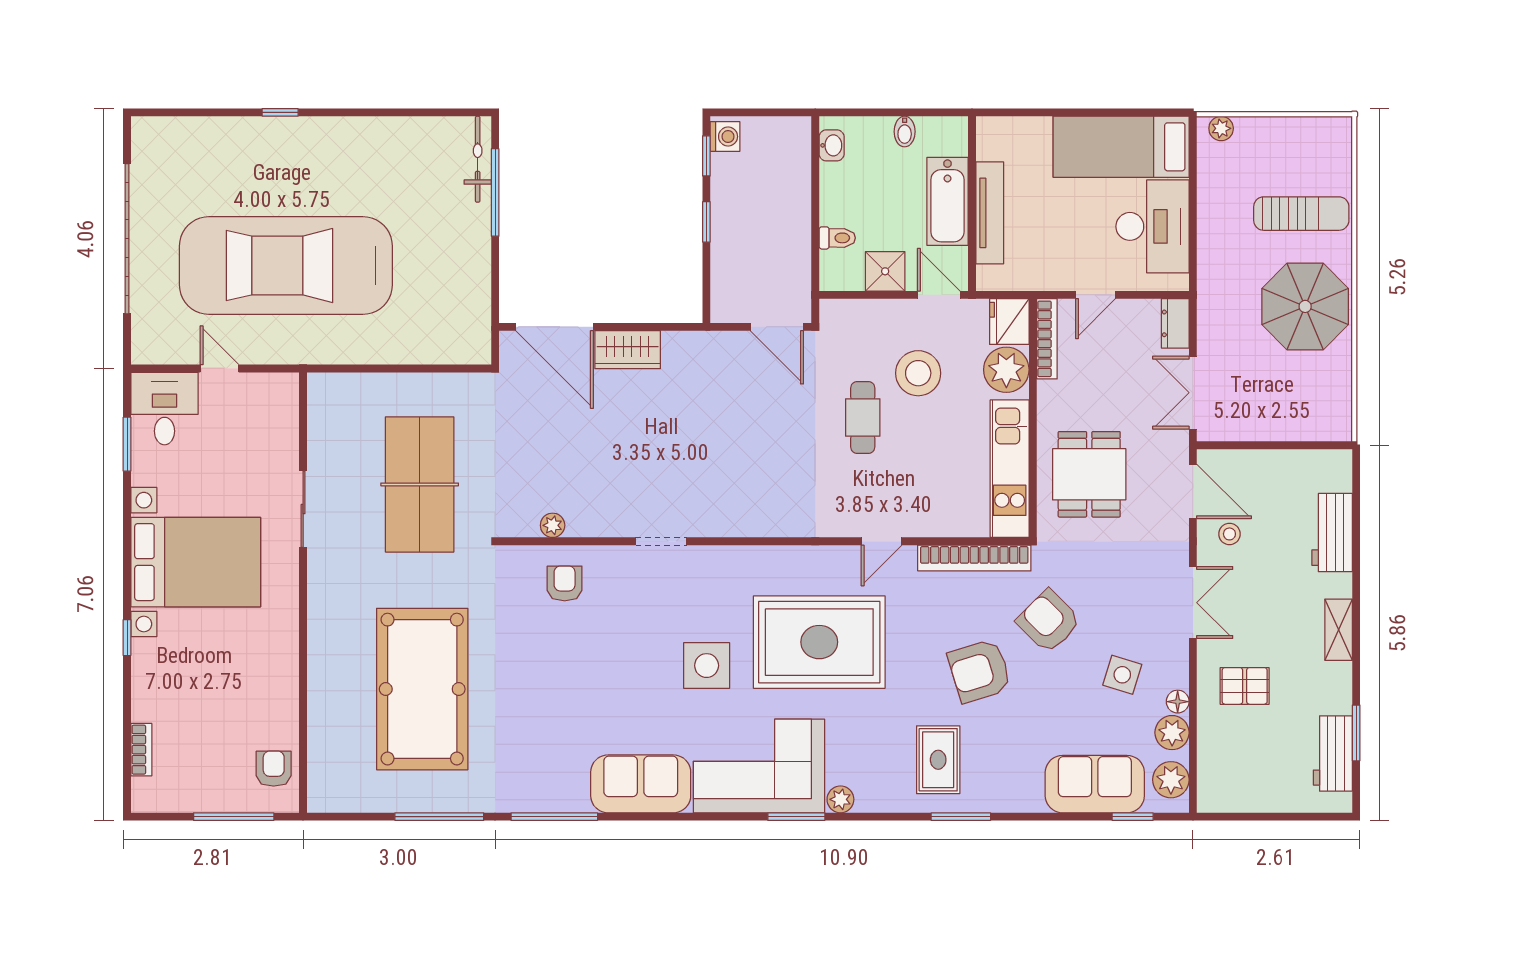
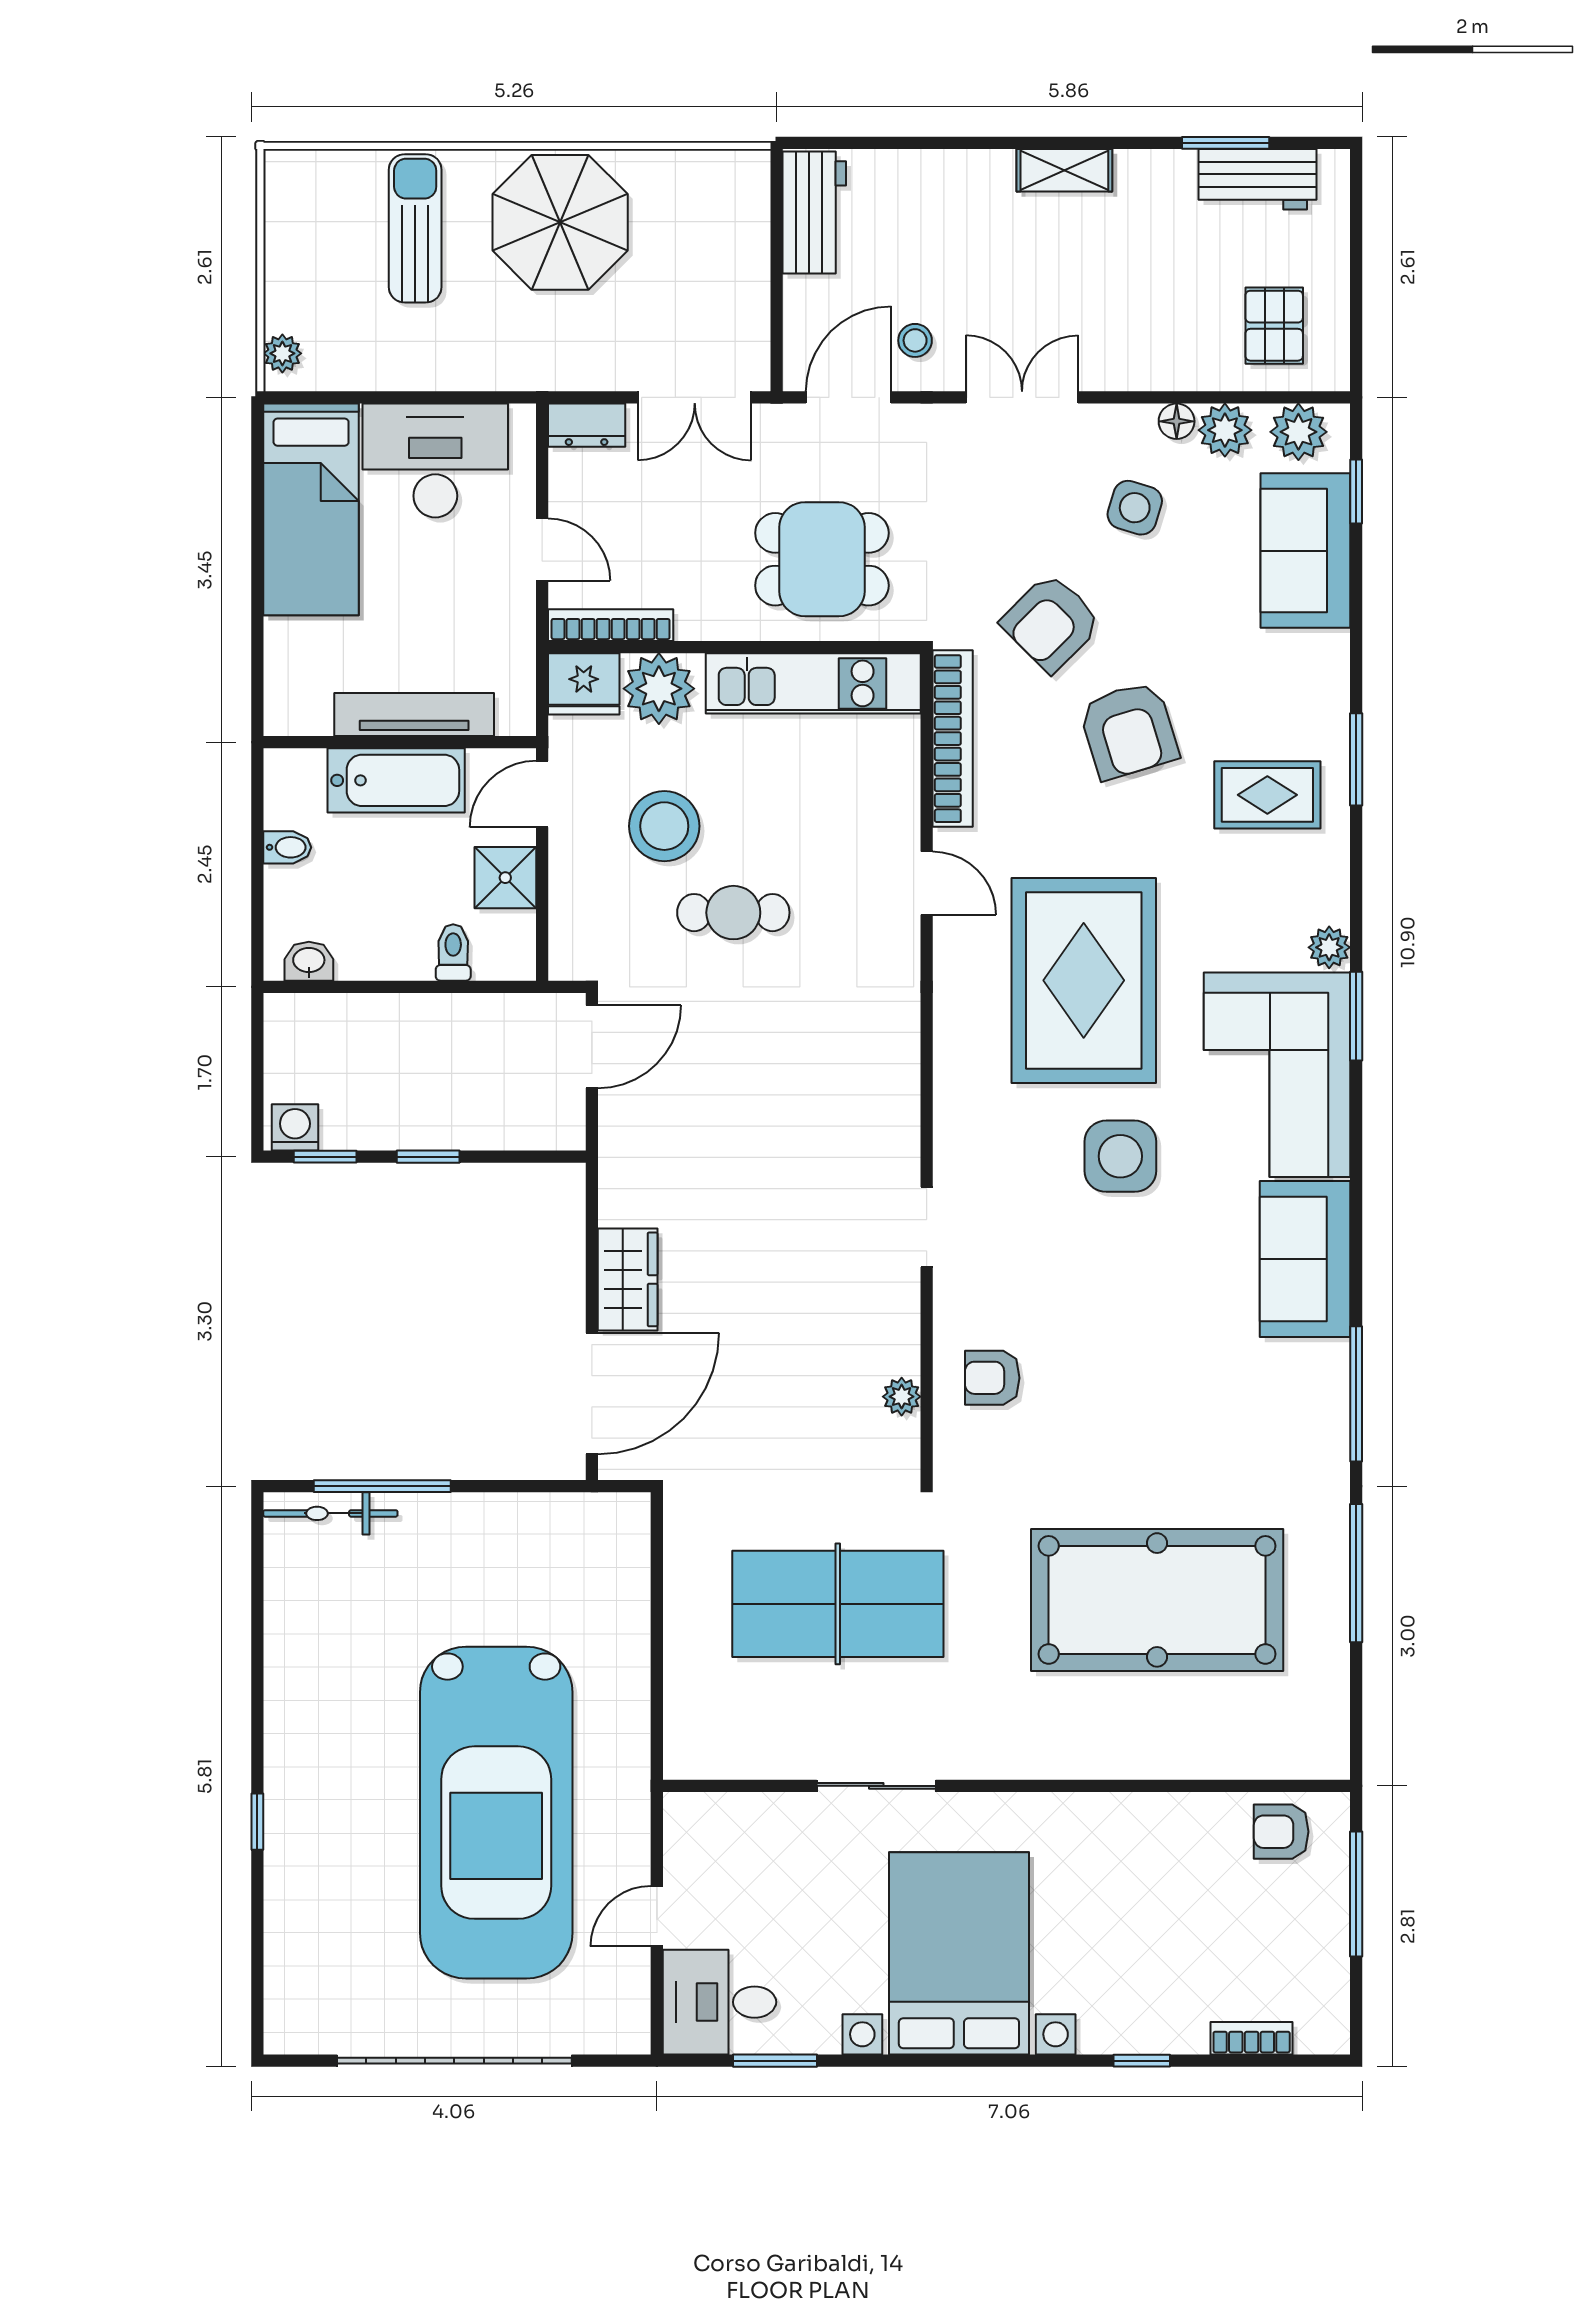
workbench: (1332, 533) -> (814, 213), moved, turned -90
window: (127, 638) -> (1142, 2061), moved
pallet: (1245, 686) -> (1274, 326), moved

